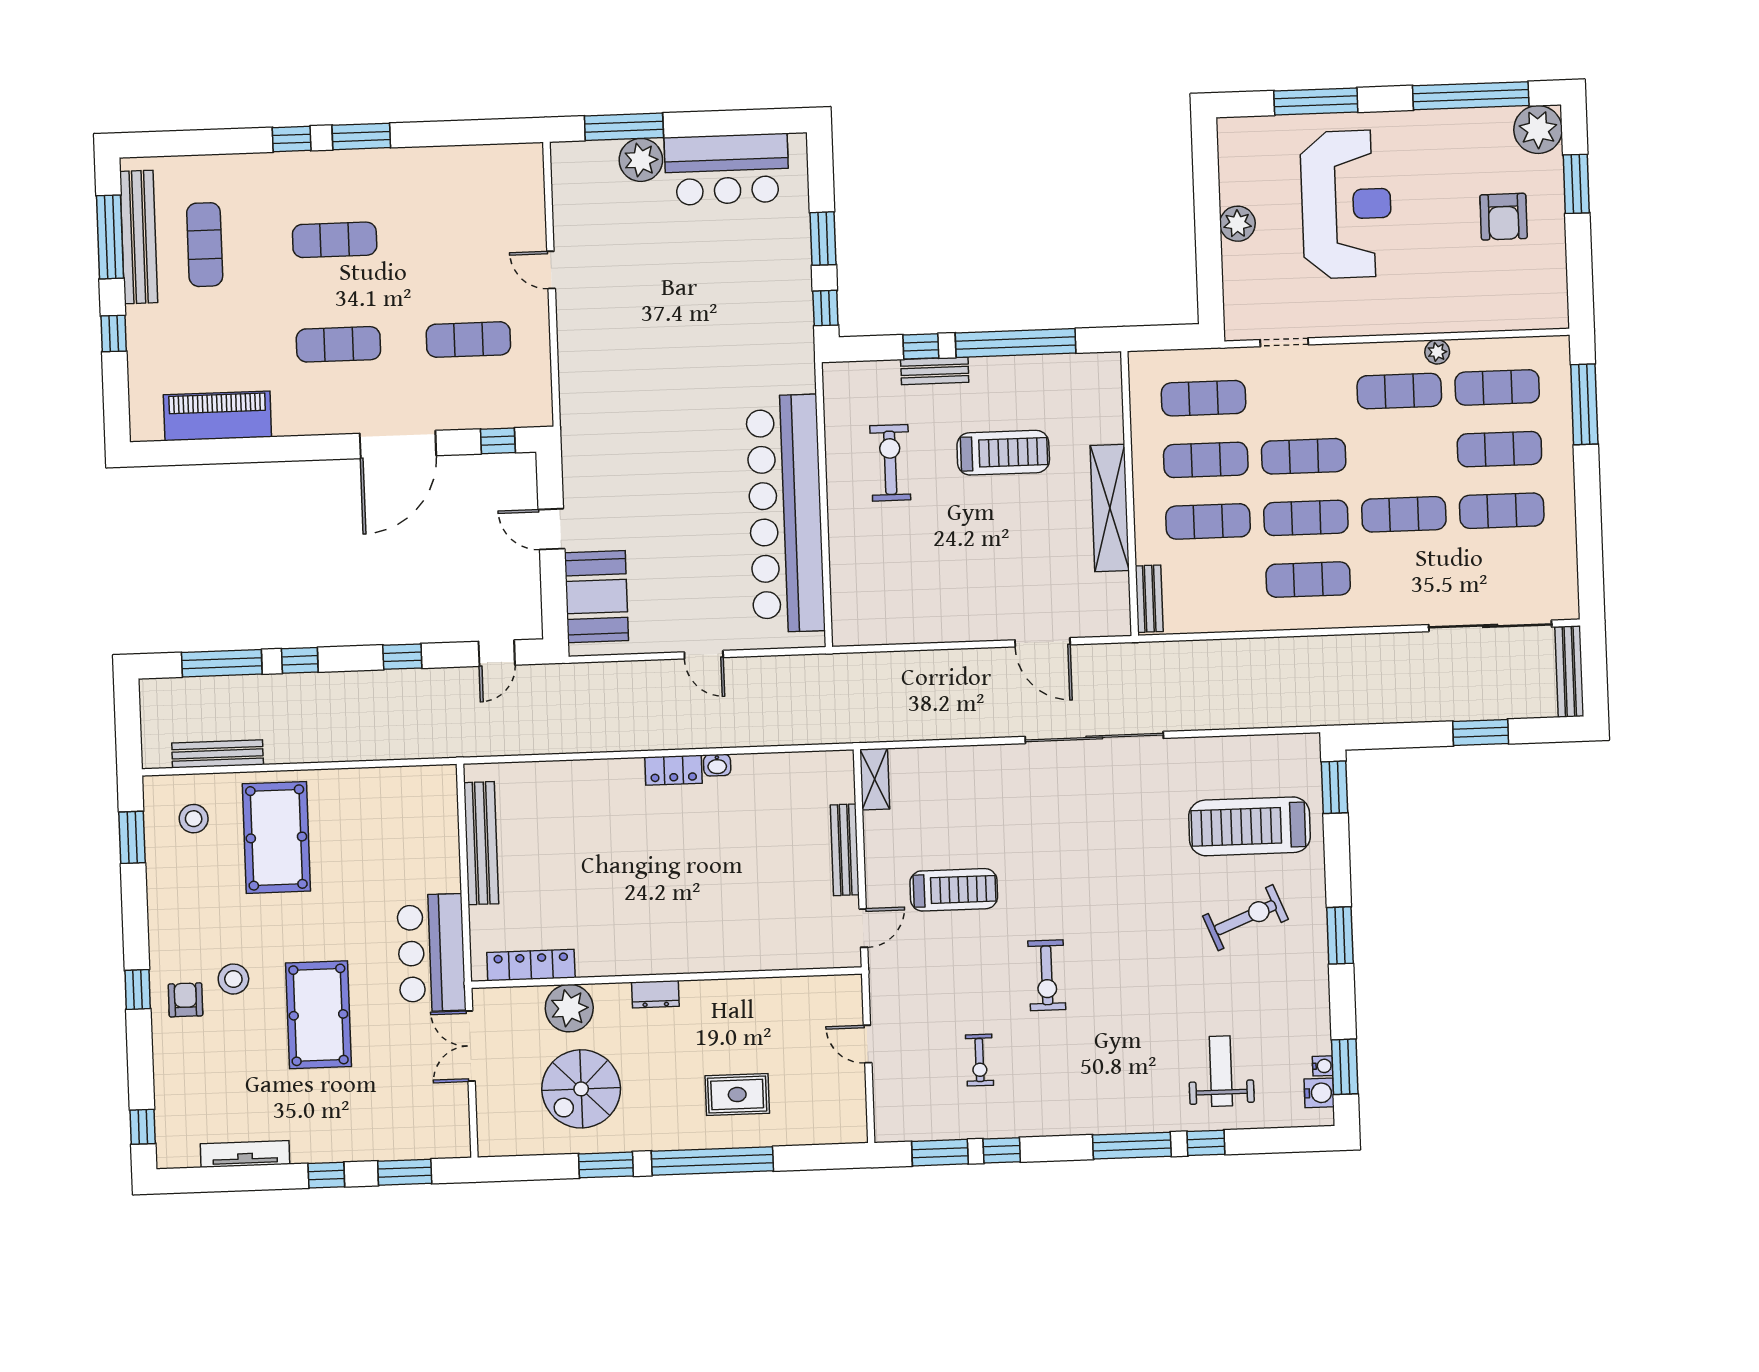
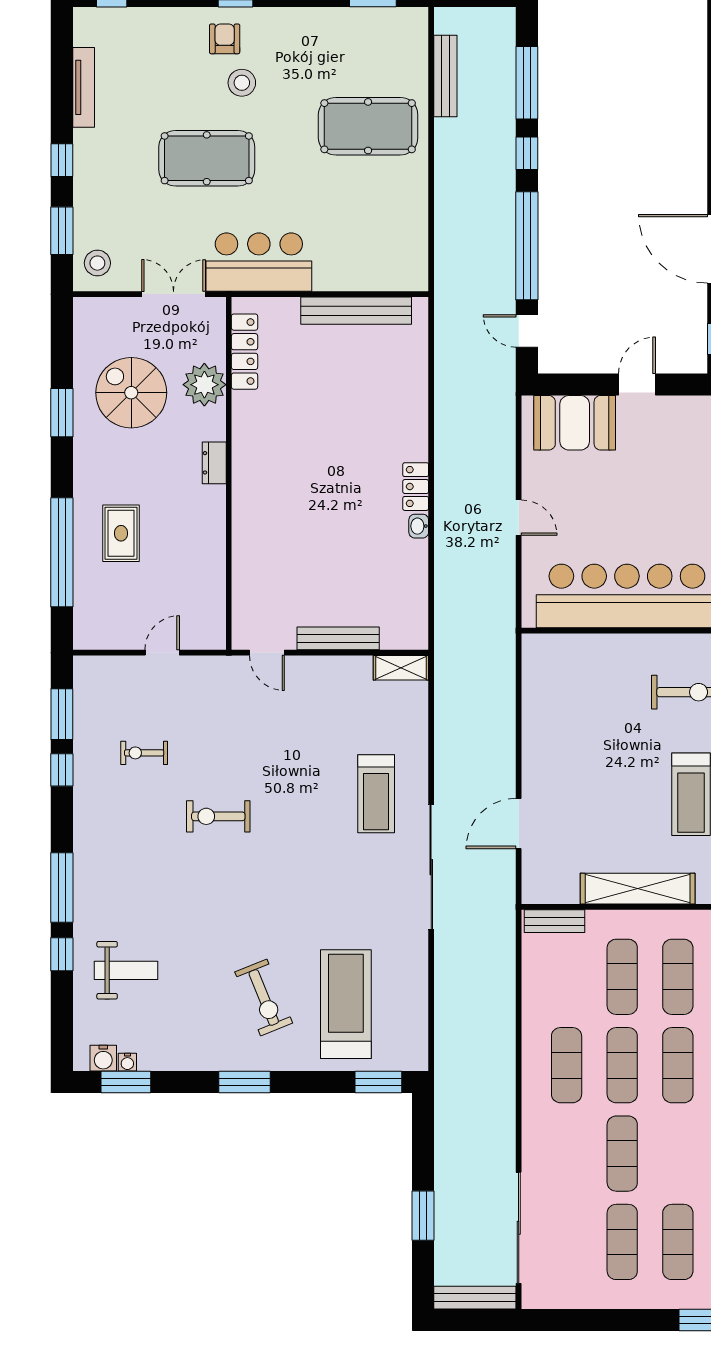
door: (704, 655) -> (519, 518), swing flipped
window: (402, 657) -> (527, 246), width x3.17
stool: (194, 819) -> (97, 263), moved
treadmill: (954, 890) -> (376, 794), moved
armchair: (185, 1000) -> (225, 39), turned -90
window: (712, 1161) -> (62, 552), moved

